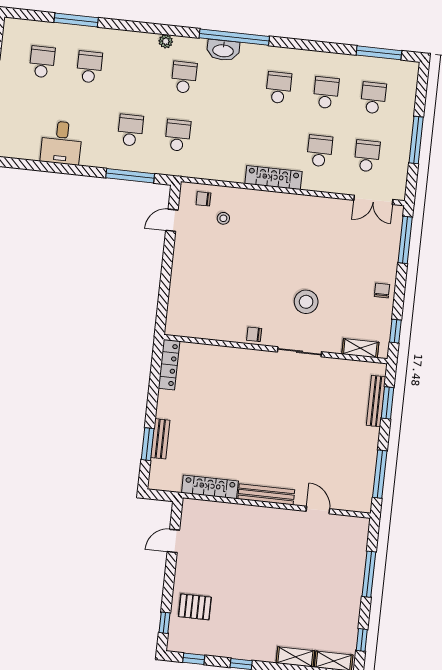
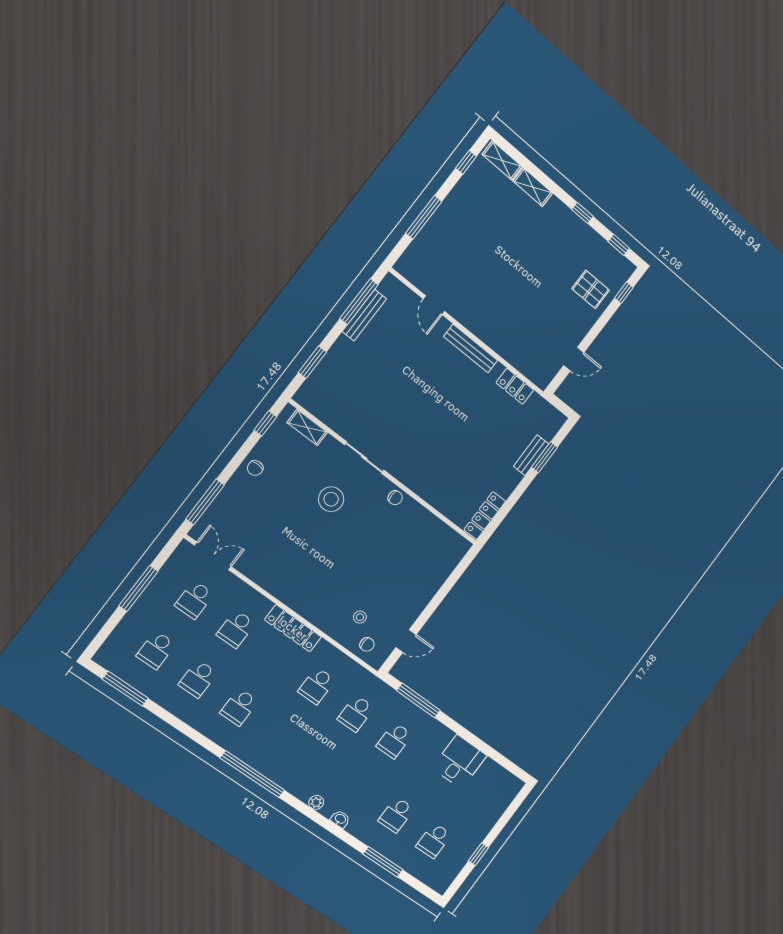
washbasin: (223, 50) -> (340, 819), moved, width x0.52, depth x0.69
school desk: (184, 77) -> (317, 686), moved
bench: (376, 401) -> (364, 315), moved
locker: (210, 487) -> (515, 386), width x0.66

